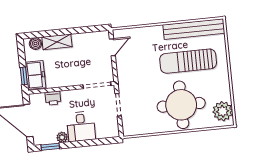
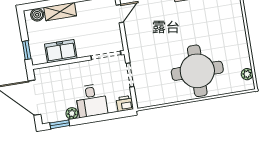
sun lounger: (188, 61) -> (202, 24), removed
freezer: (35, 75) -> (61, 51), moved, turned -90
printer: (53, 98) -> (125, 103), moved, turned 180
plant: (223, 111) -> (247, 74), width x0.53, depth x0.53

